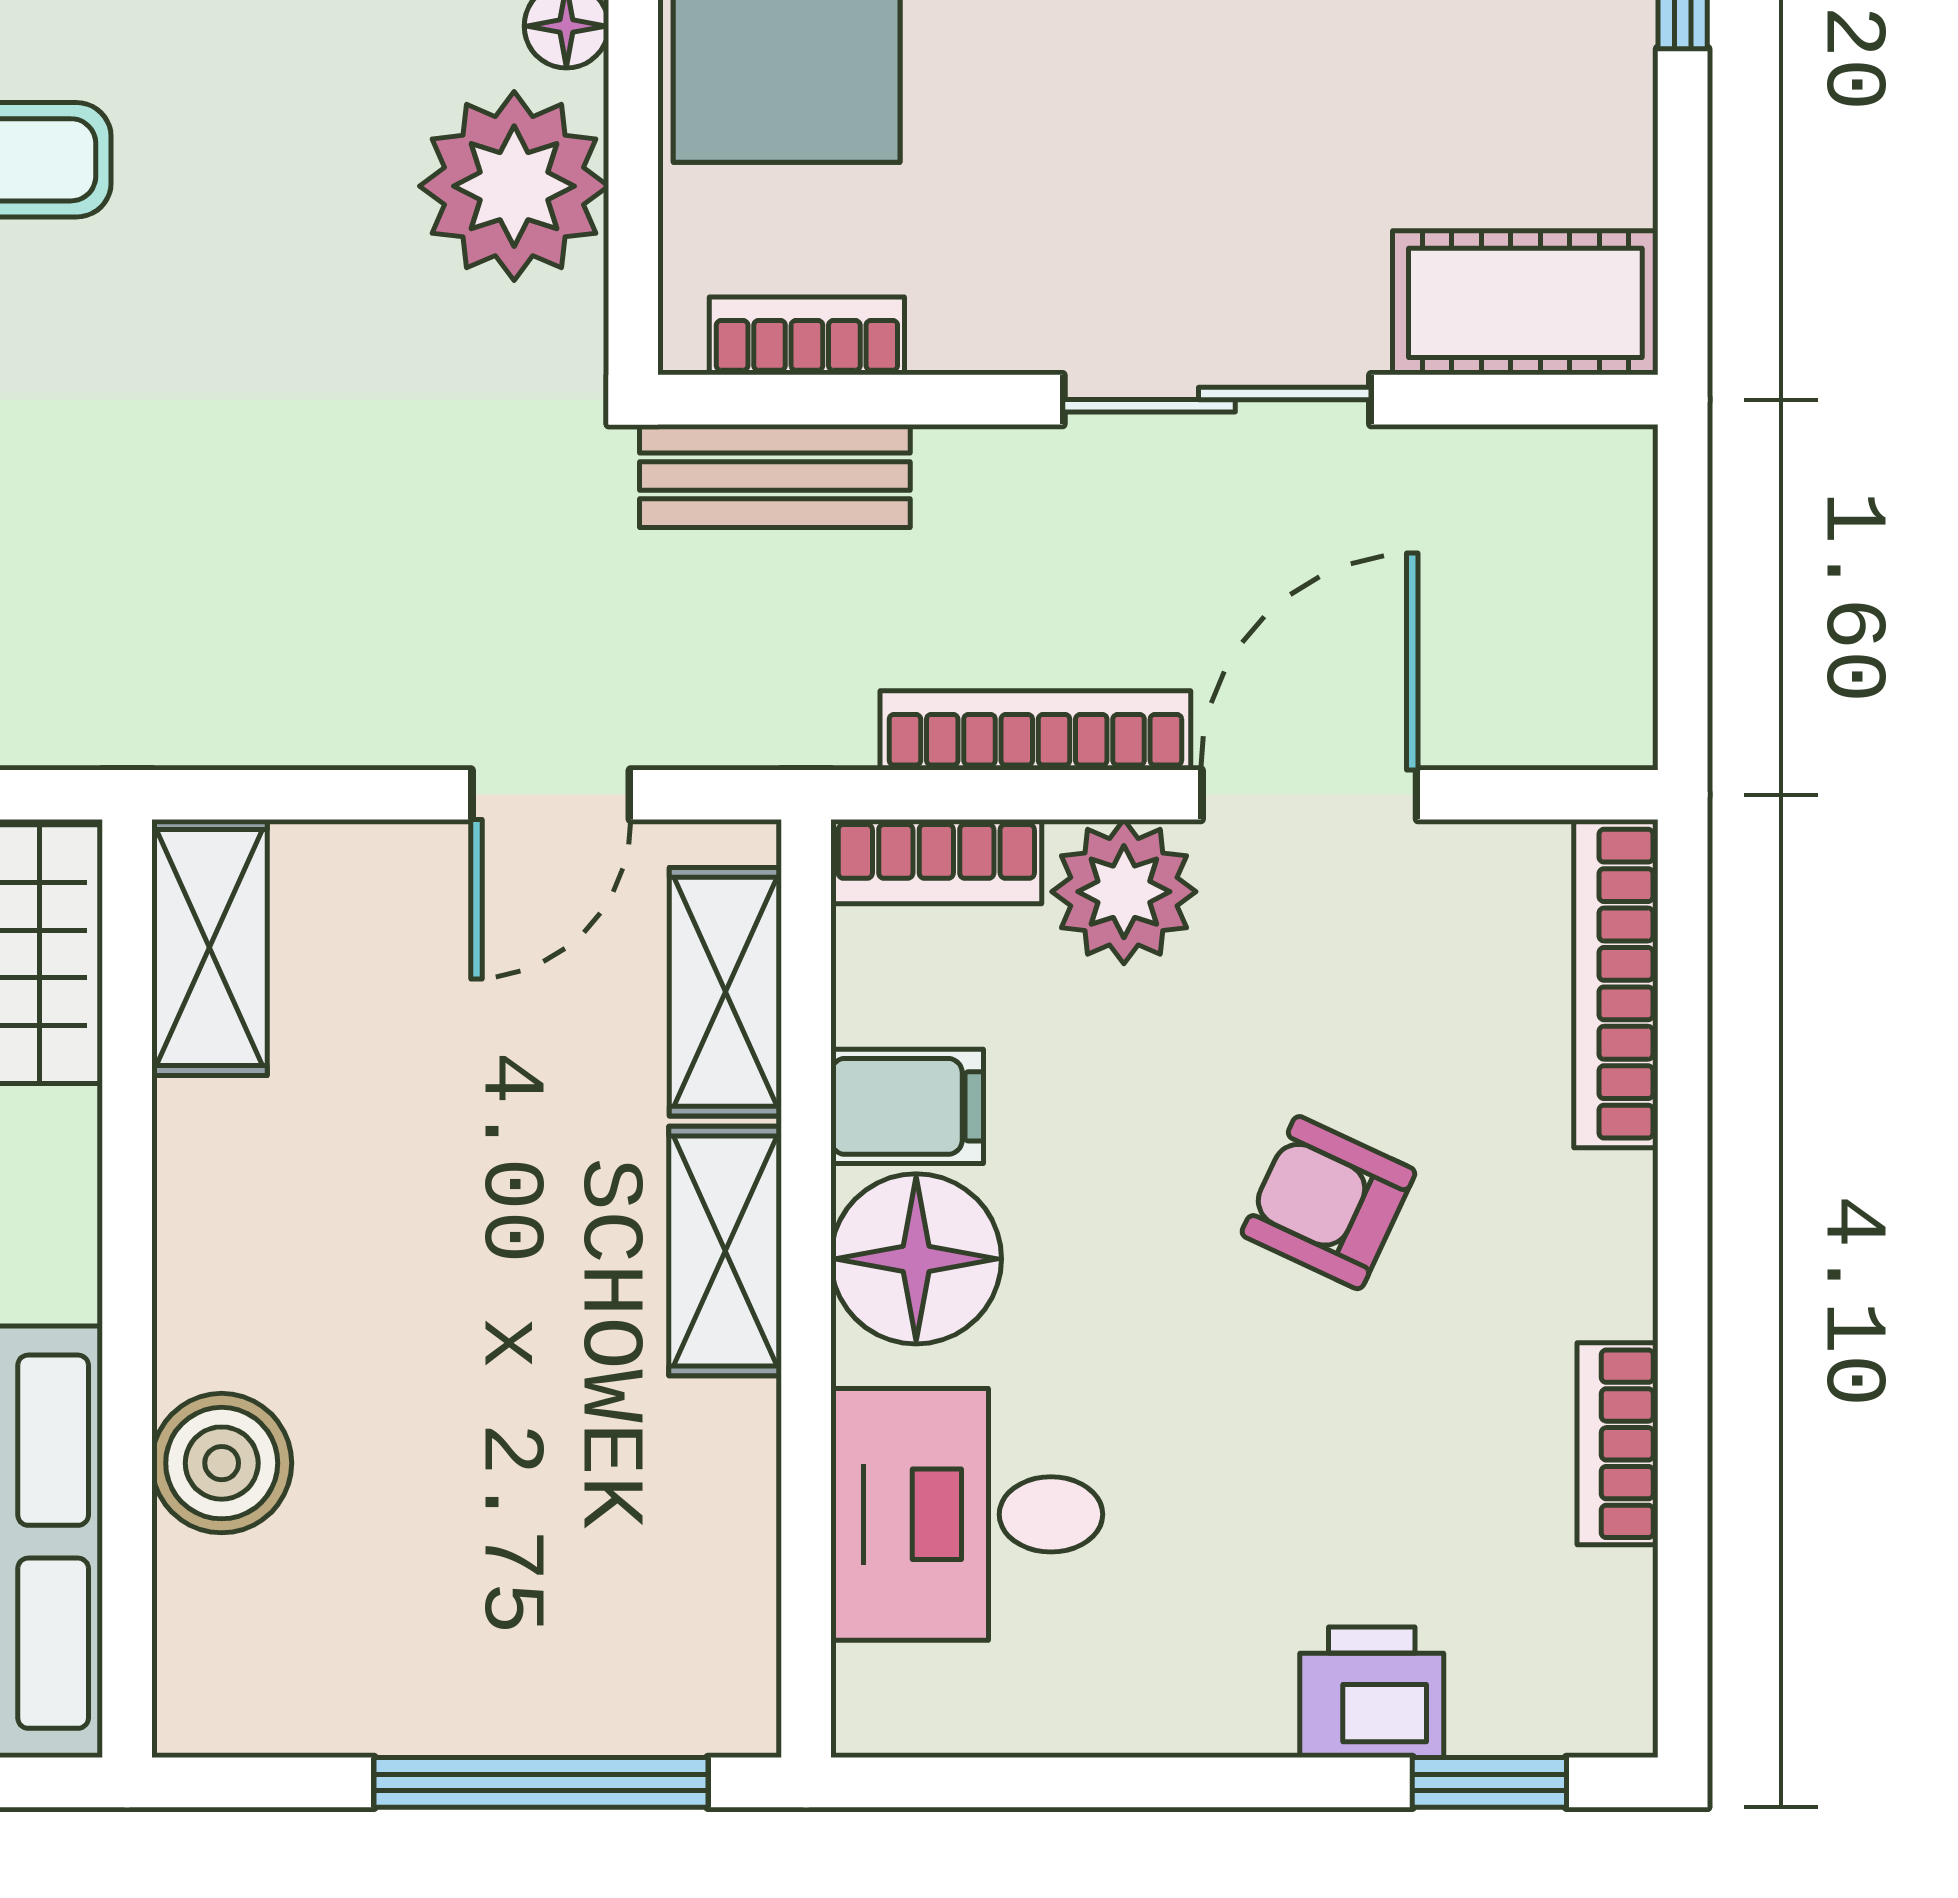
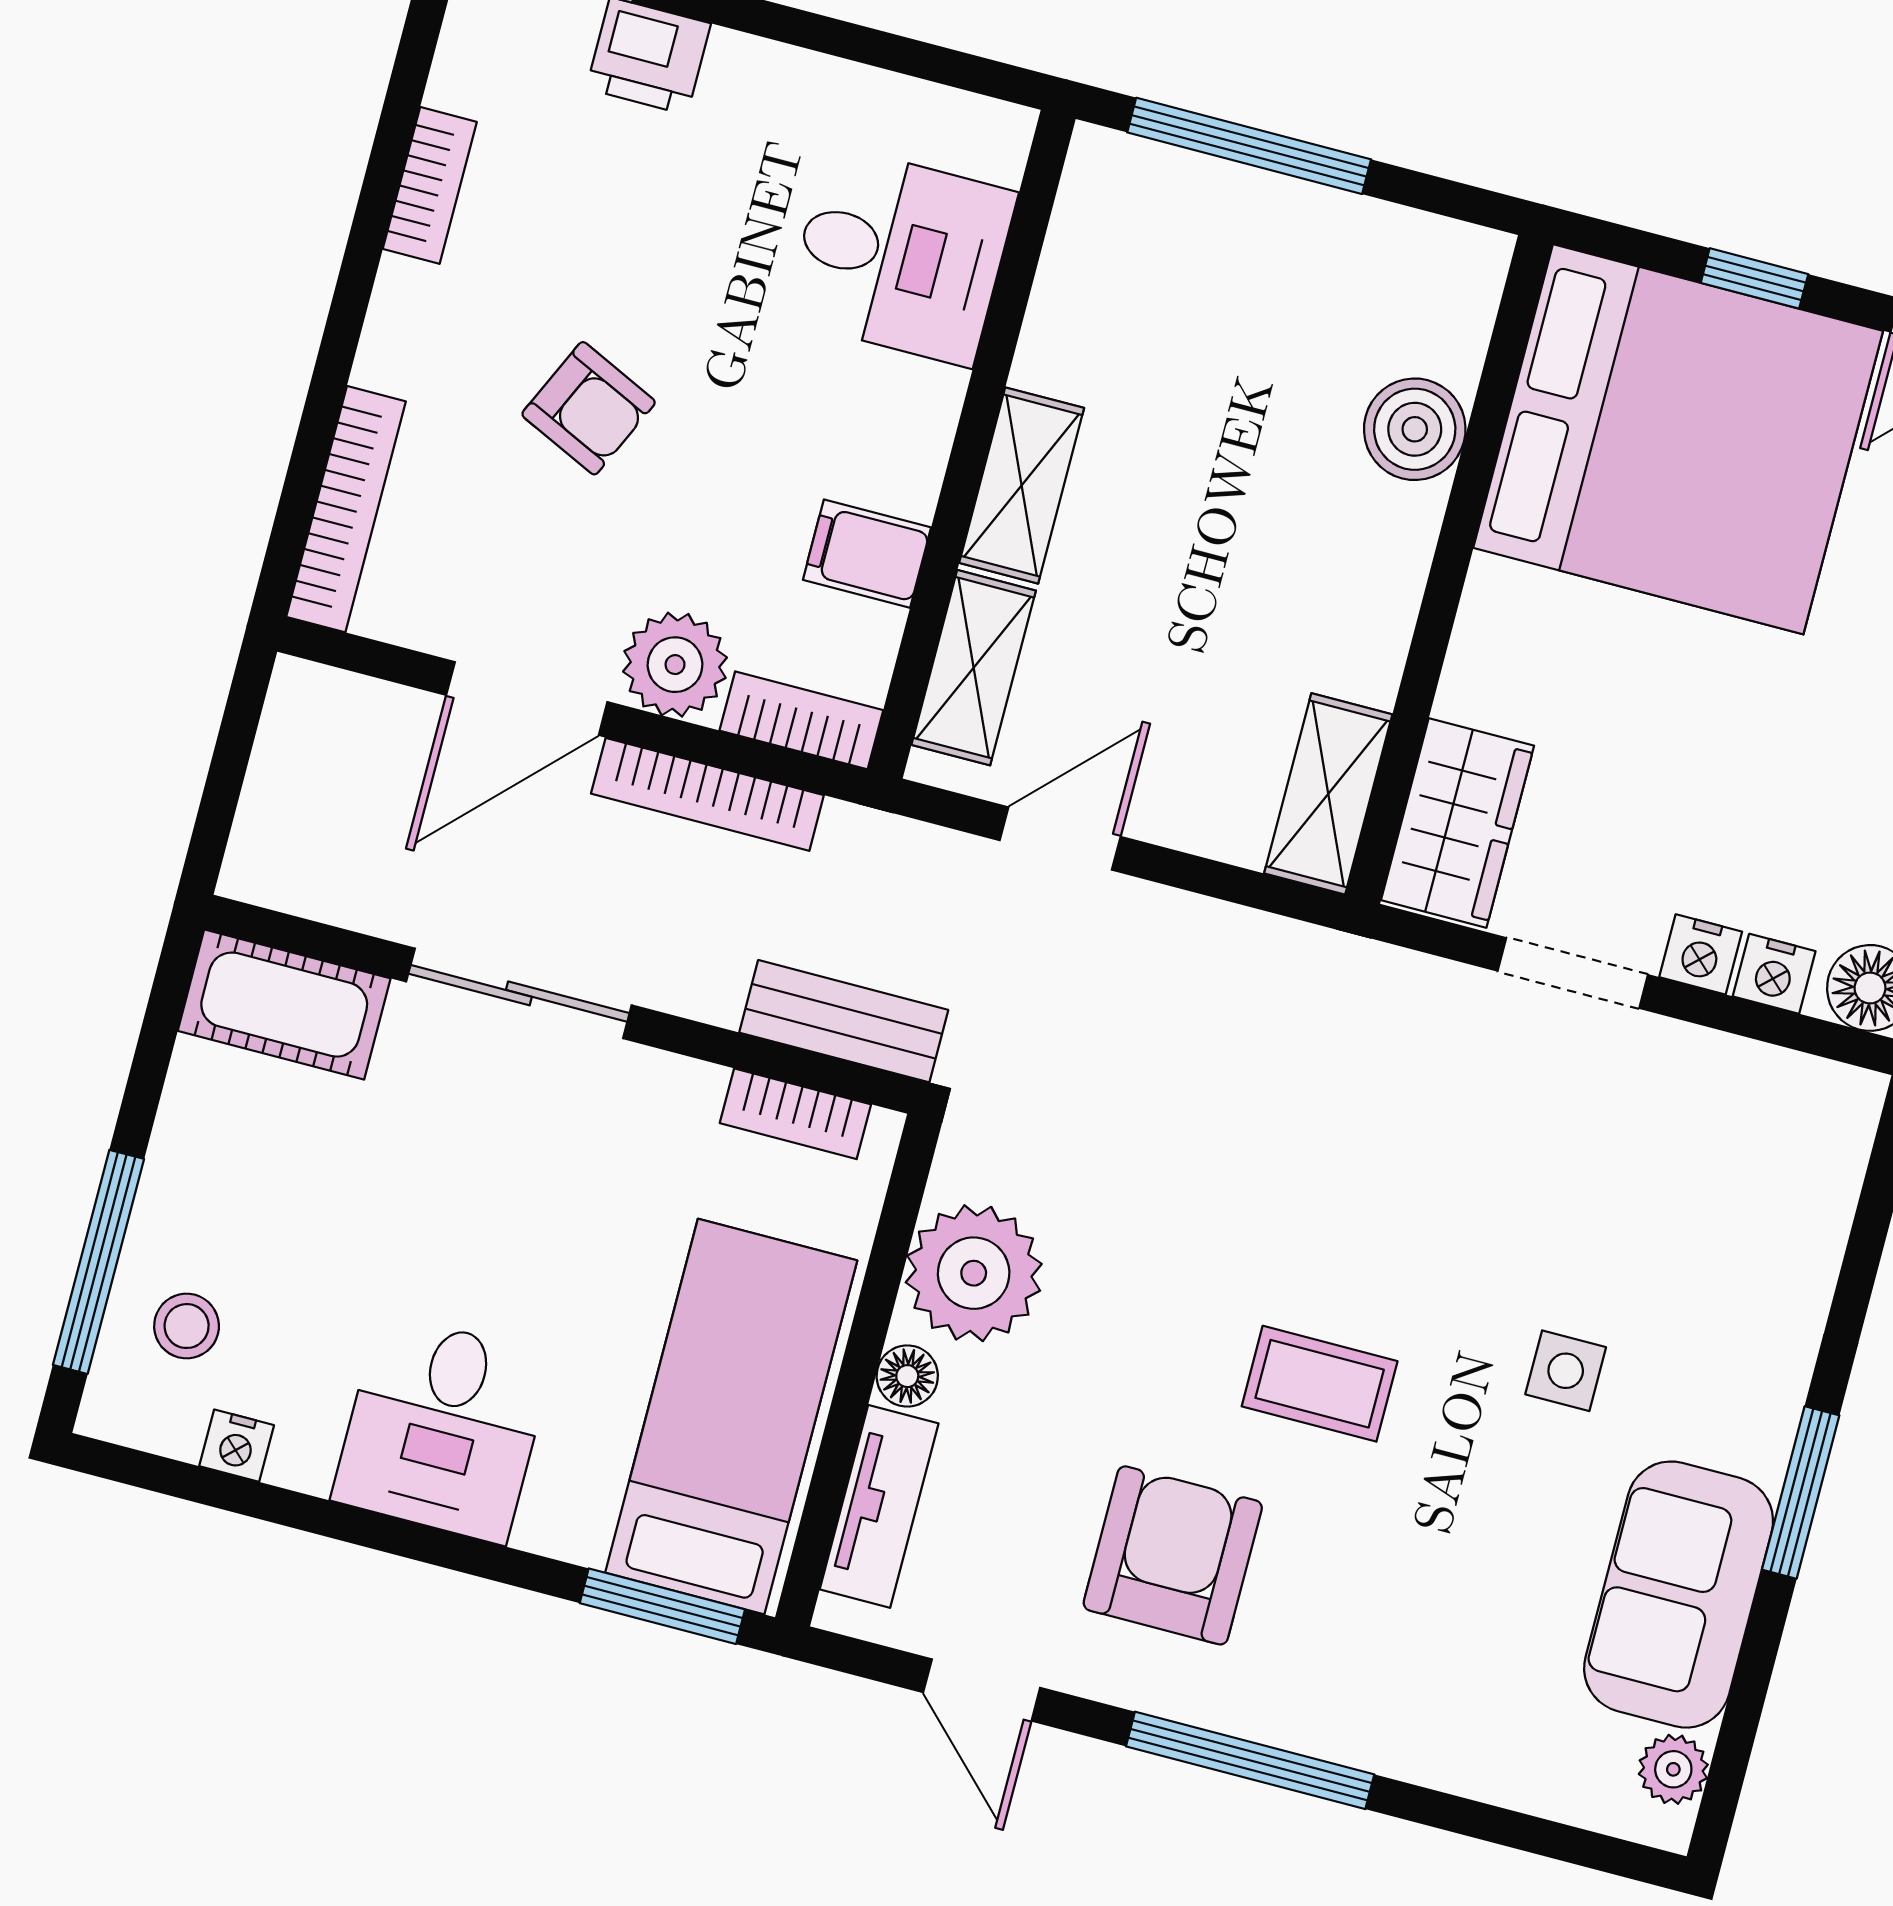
floor lamp: (916, 1259) -> (889, 445), removed

